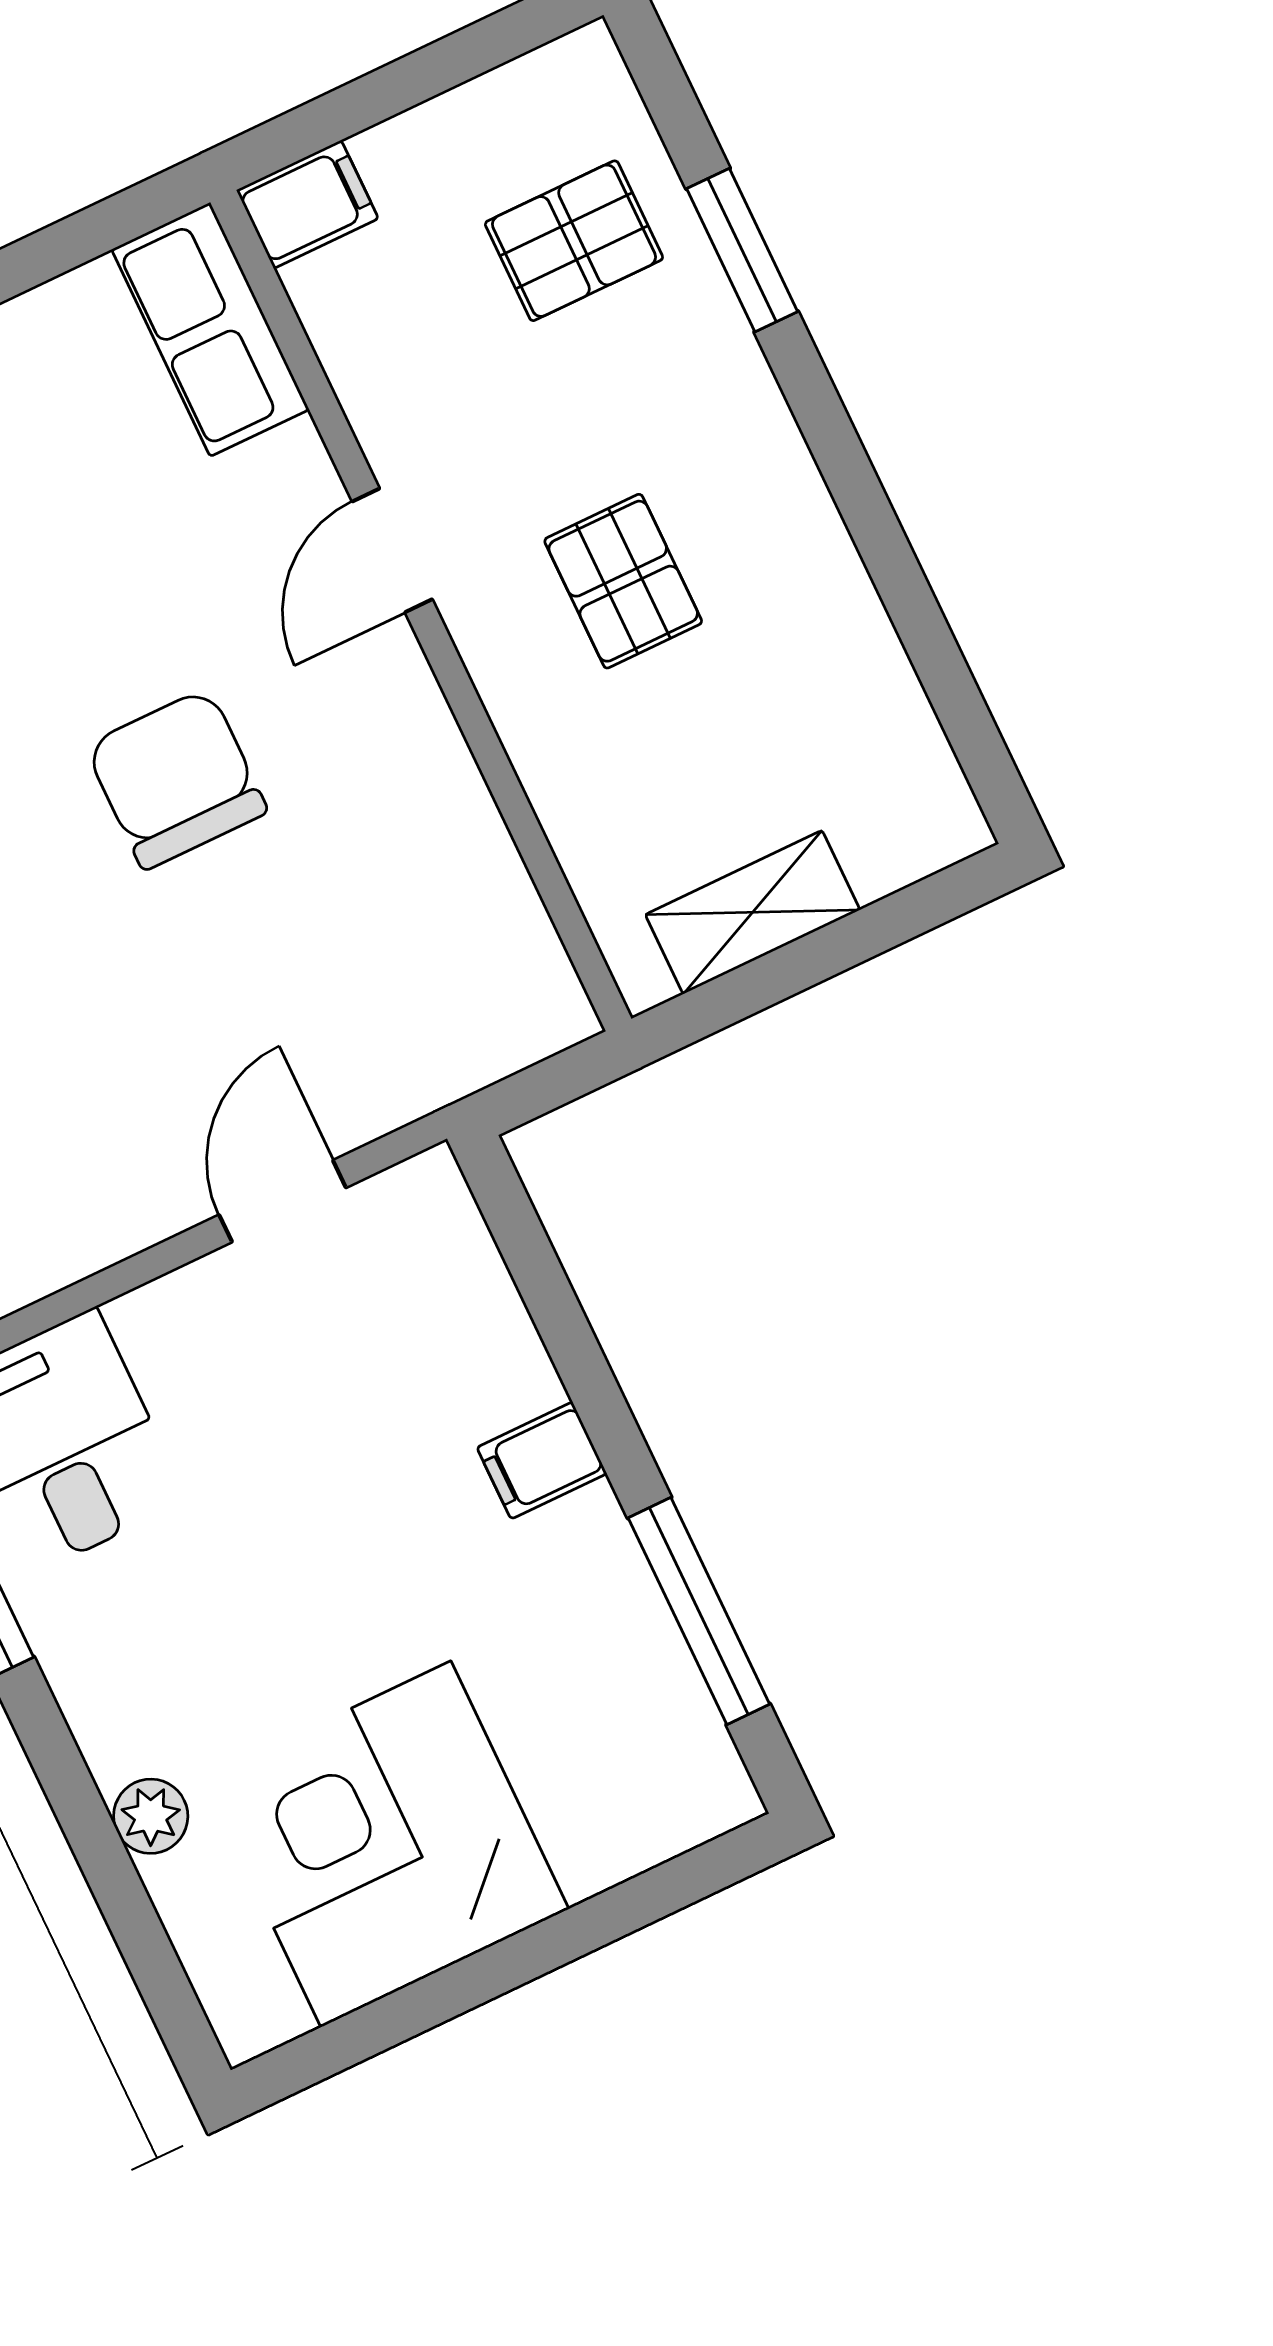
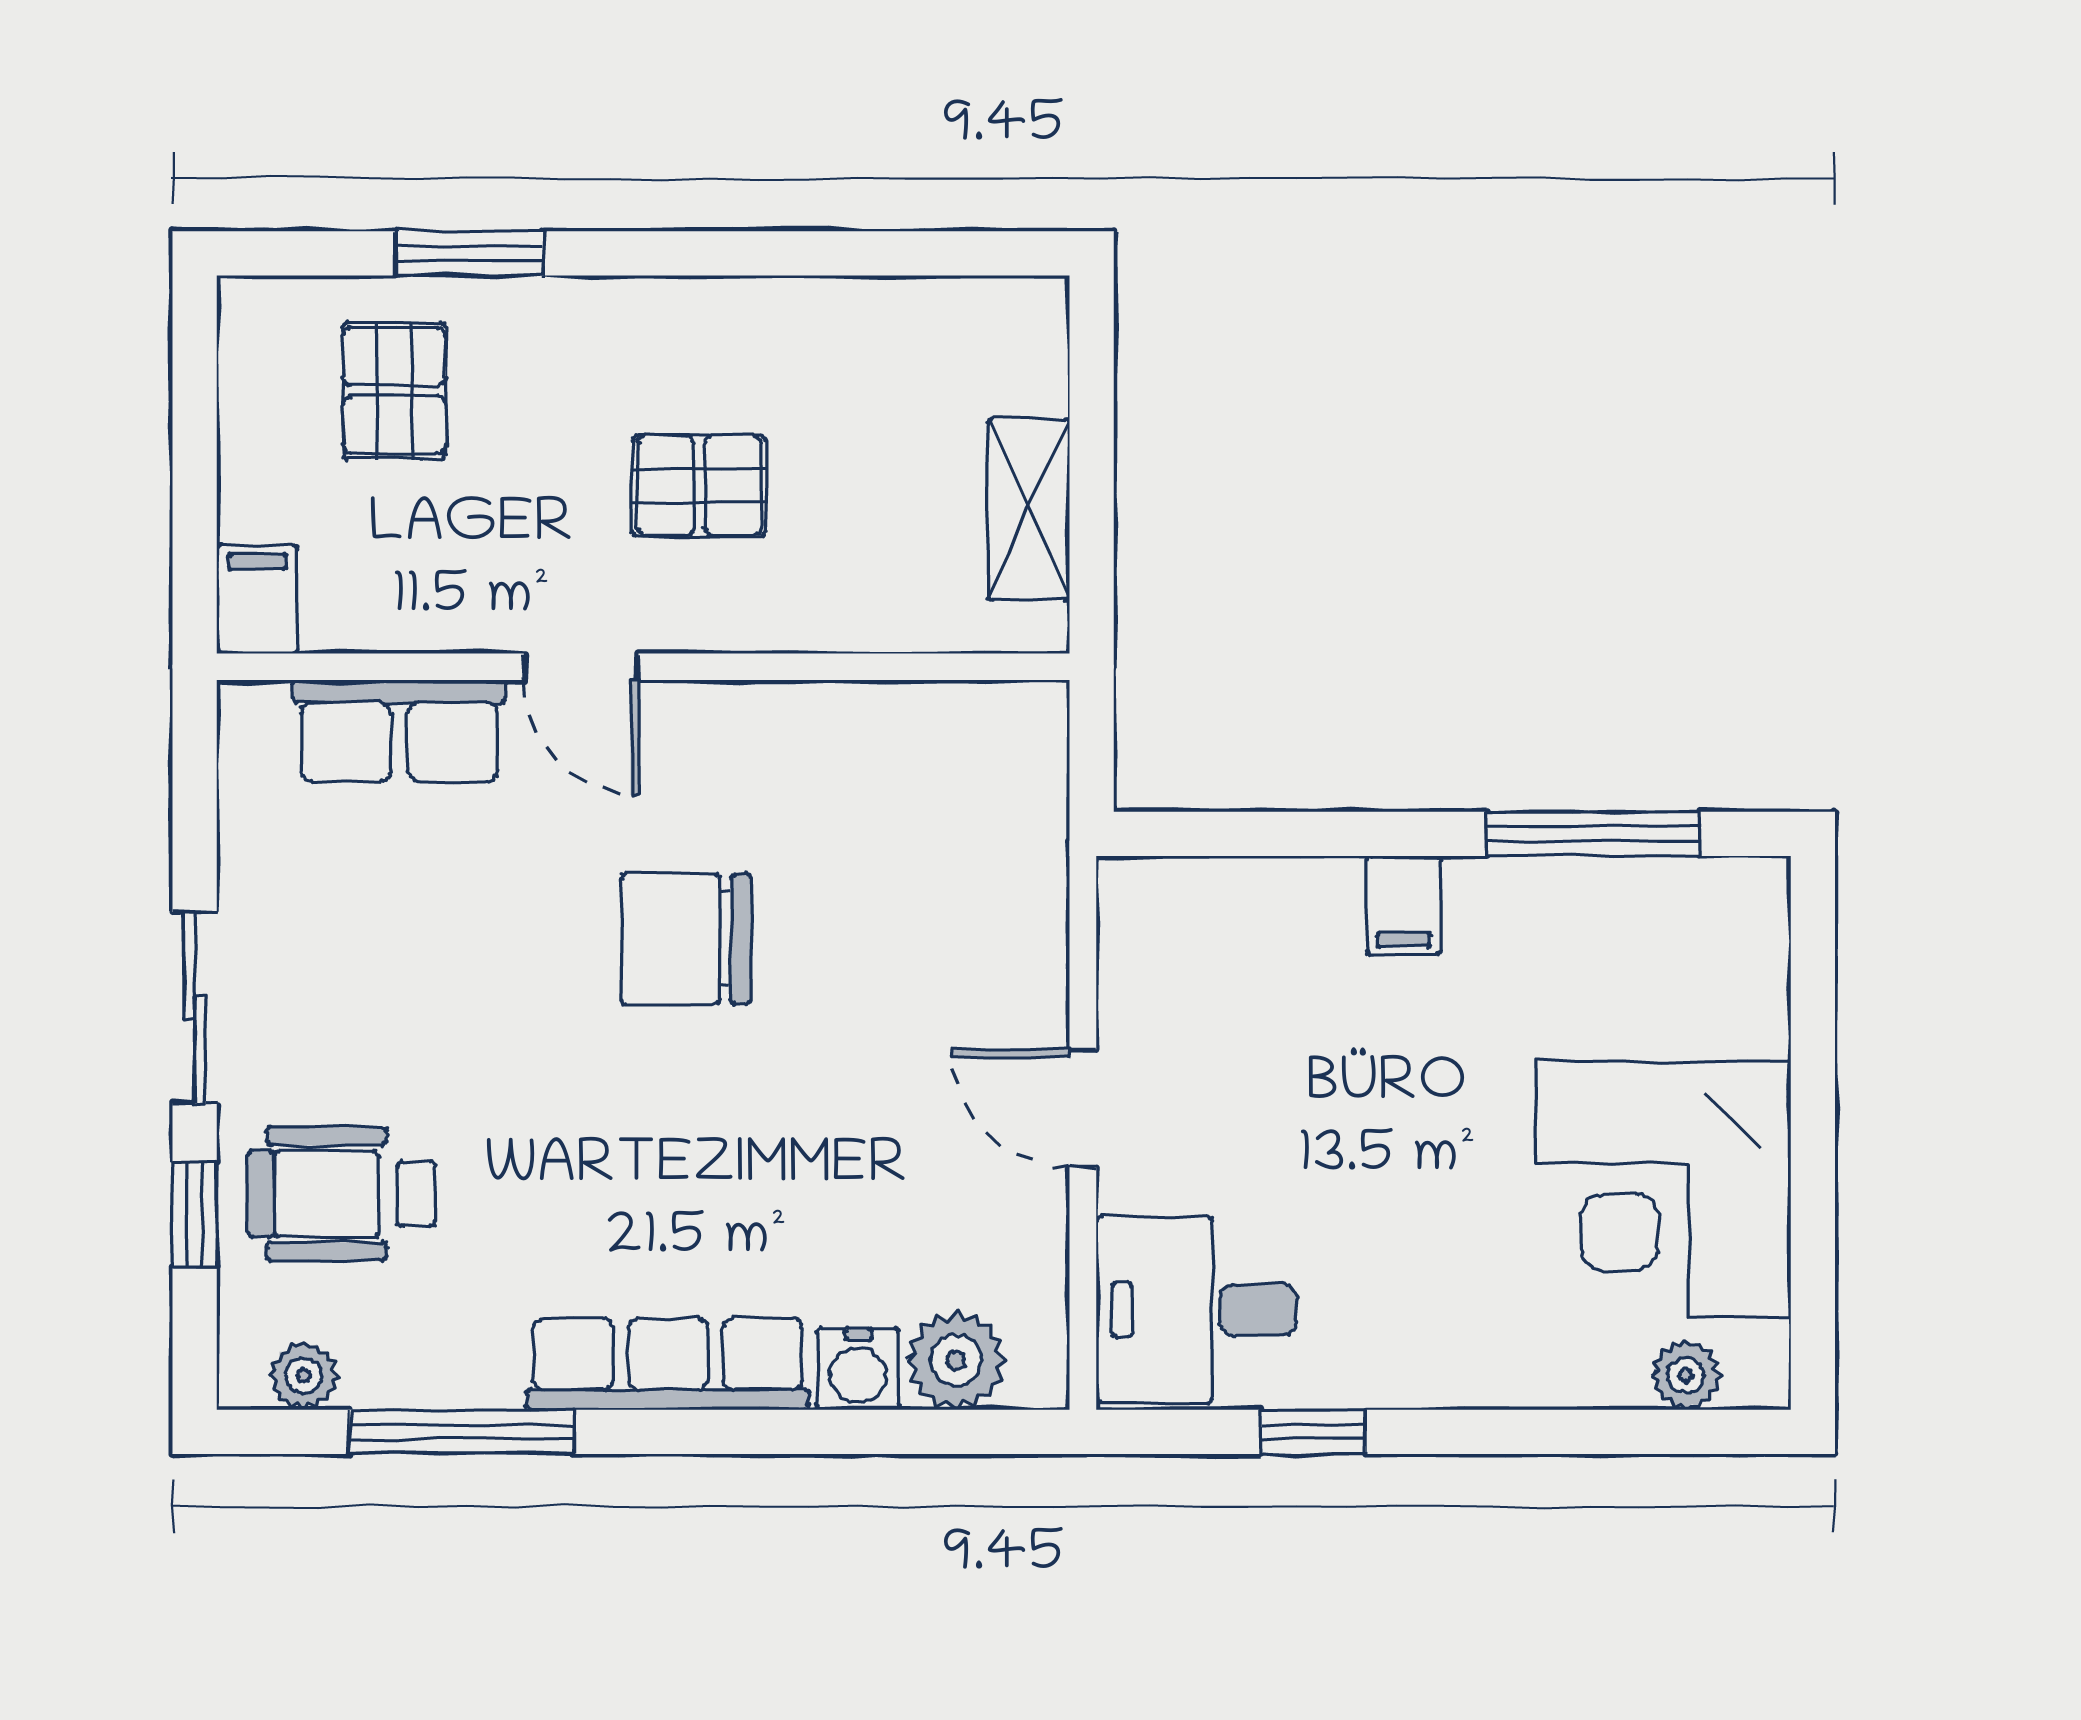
row of seats: (210, 329) -> (399, 731), moved
door: (282, 1201) -> (1083, 1108), moved
plant: (151, 1816) -> (1686, 1375), moved

